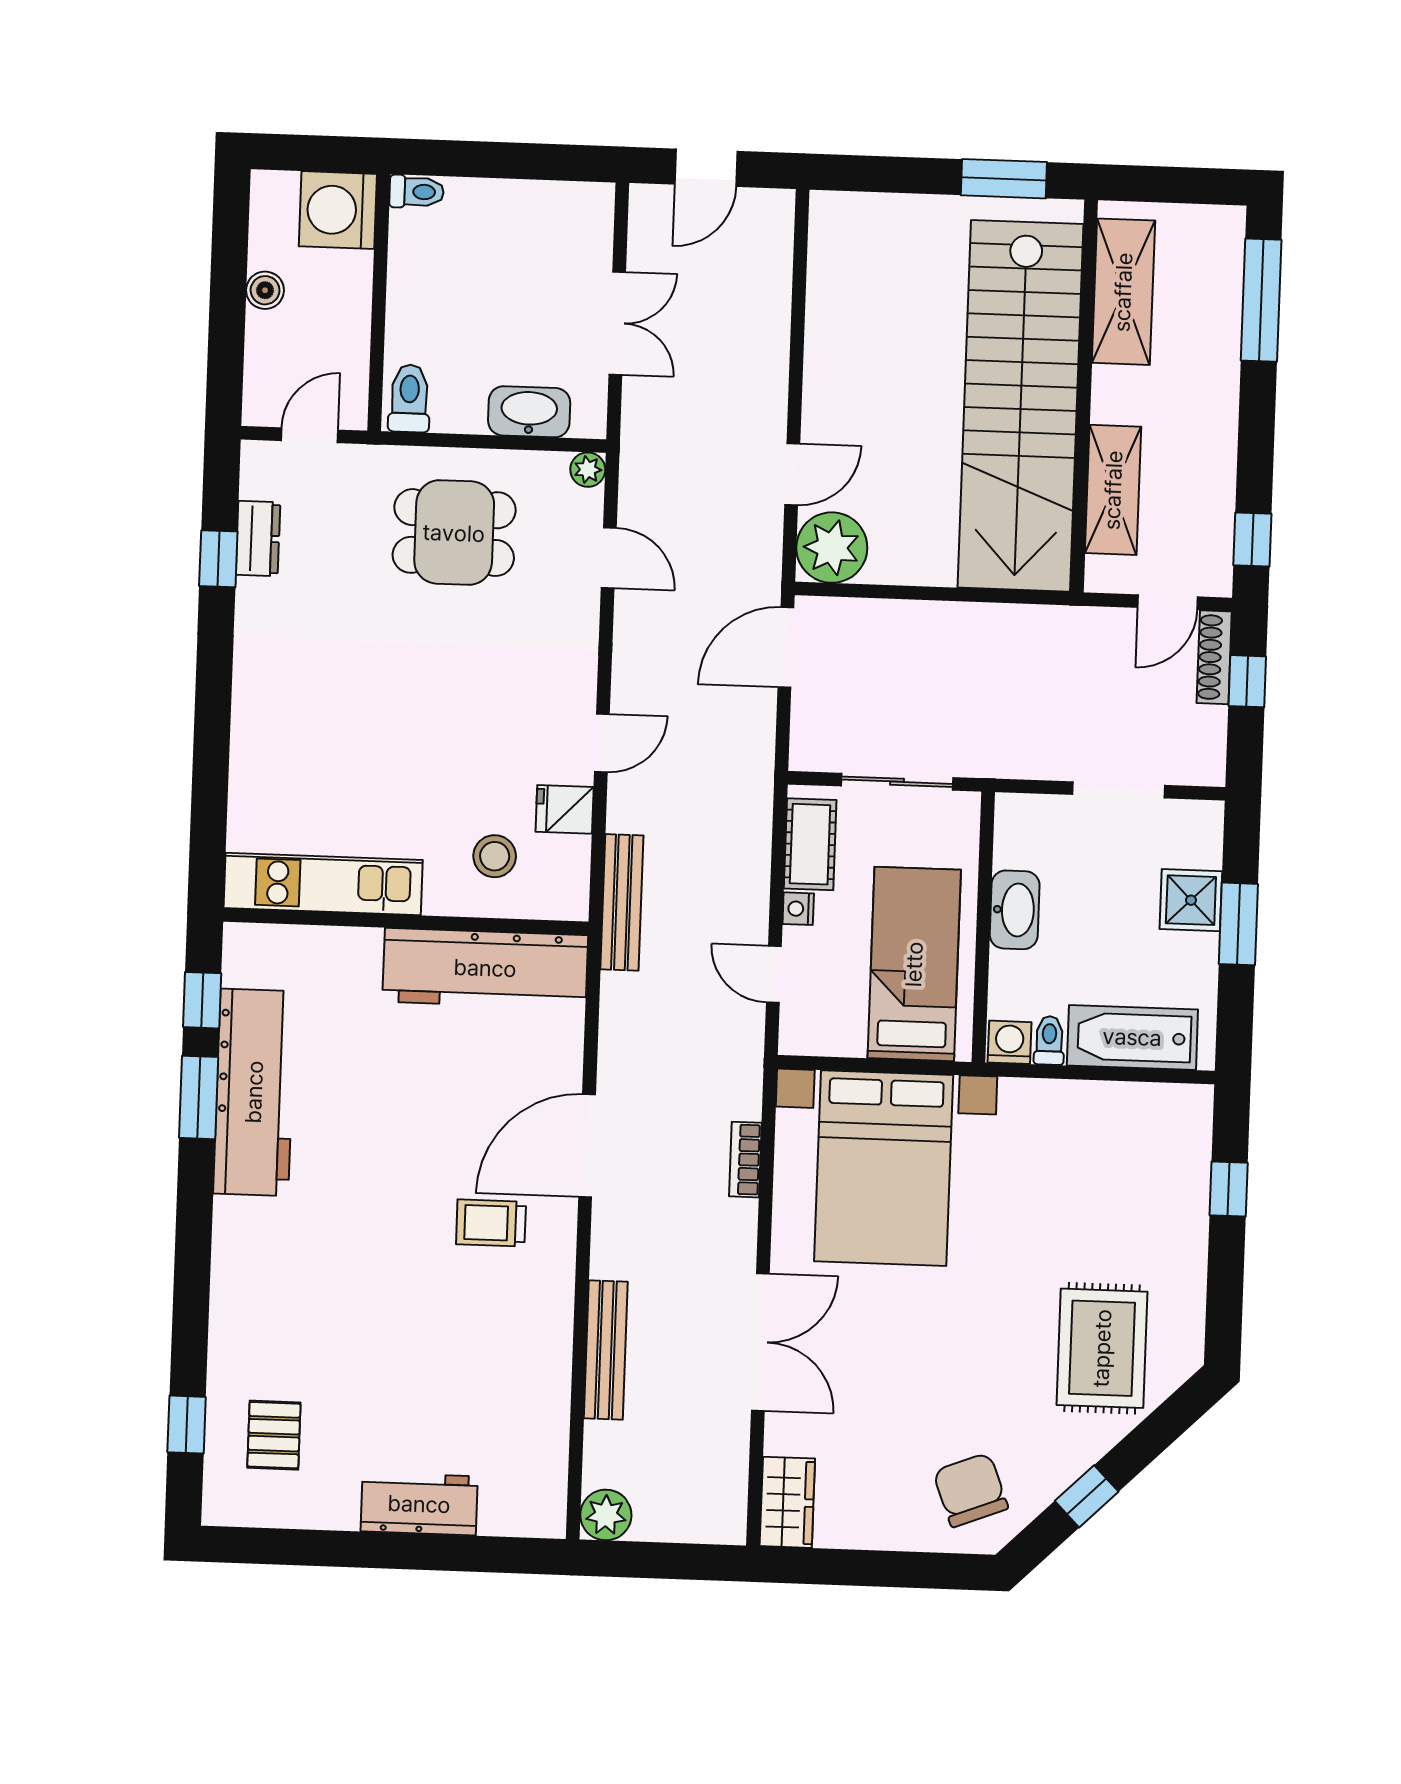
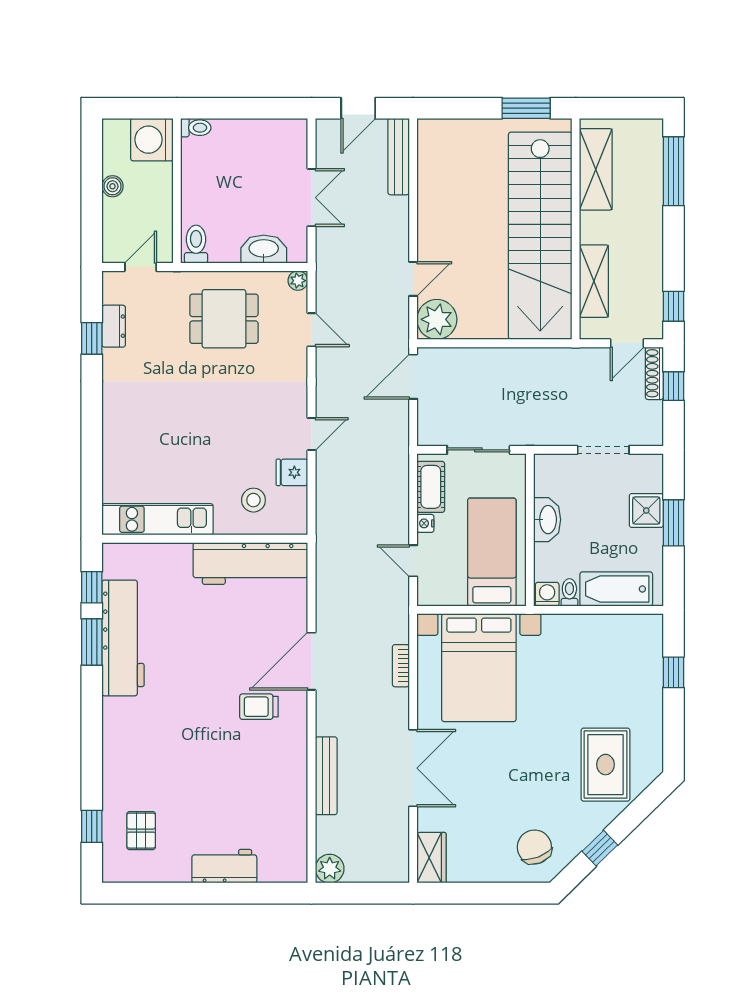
bench: (622, 902) -> (399, 157), moved

